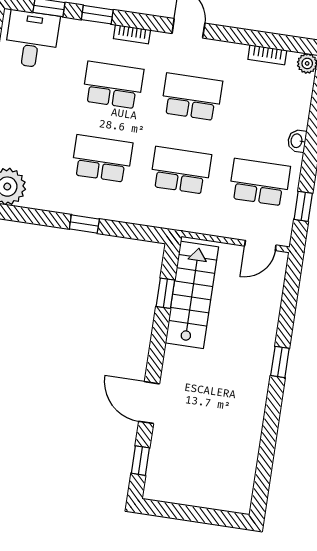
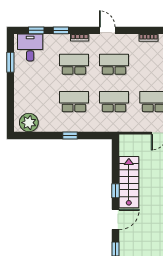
window: (165, 293) -> (115, 191), moved
stairs: (192, 295) -> (129, 182), moved
door: (149, 403) -> (115, 219), swing flipped

